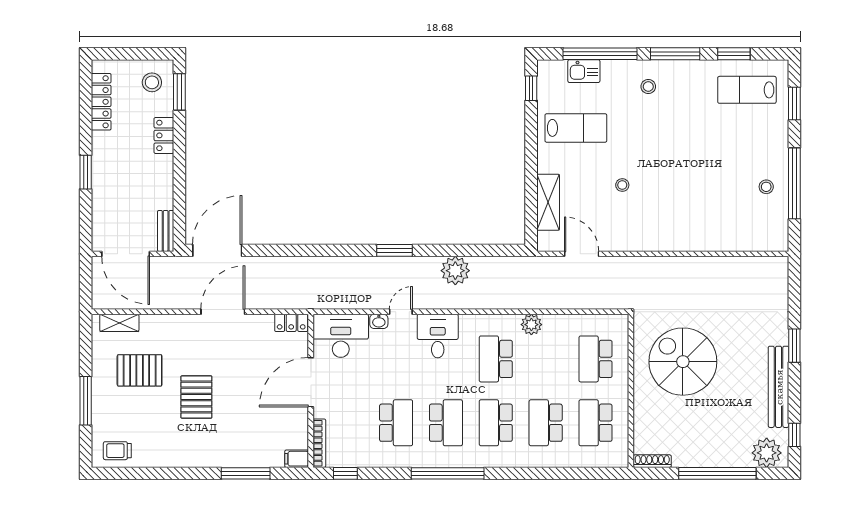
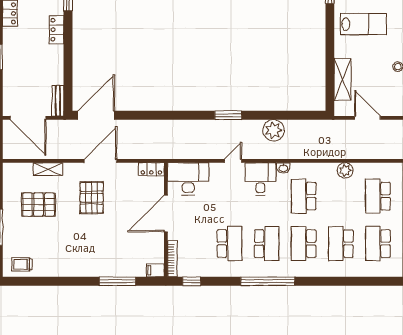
washbasin: (379, 321) -> (283, 168), moved
shelving: (119, 323) -> (48, 169), moved
plant: (531, 325) -> (345, 170), moved
pallet: (196, 397) -> (92, 198), moved

